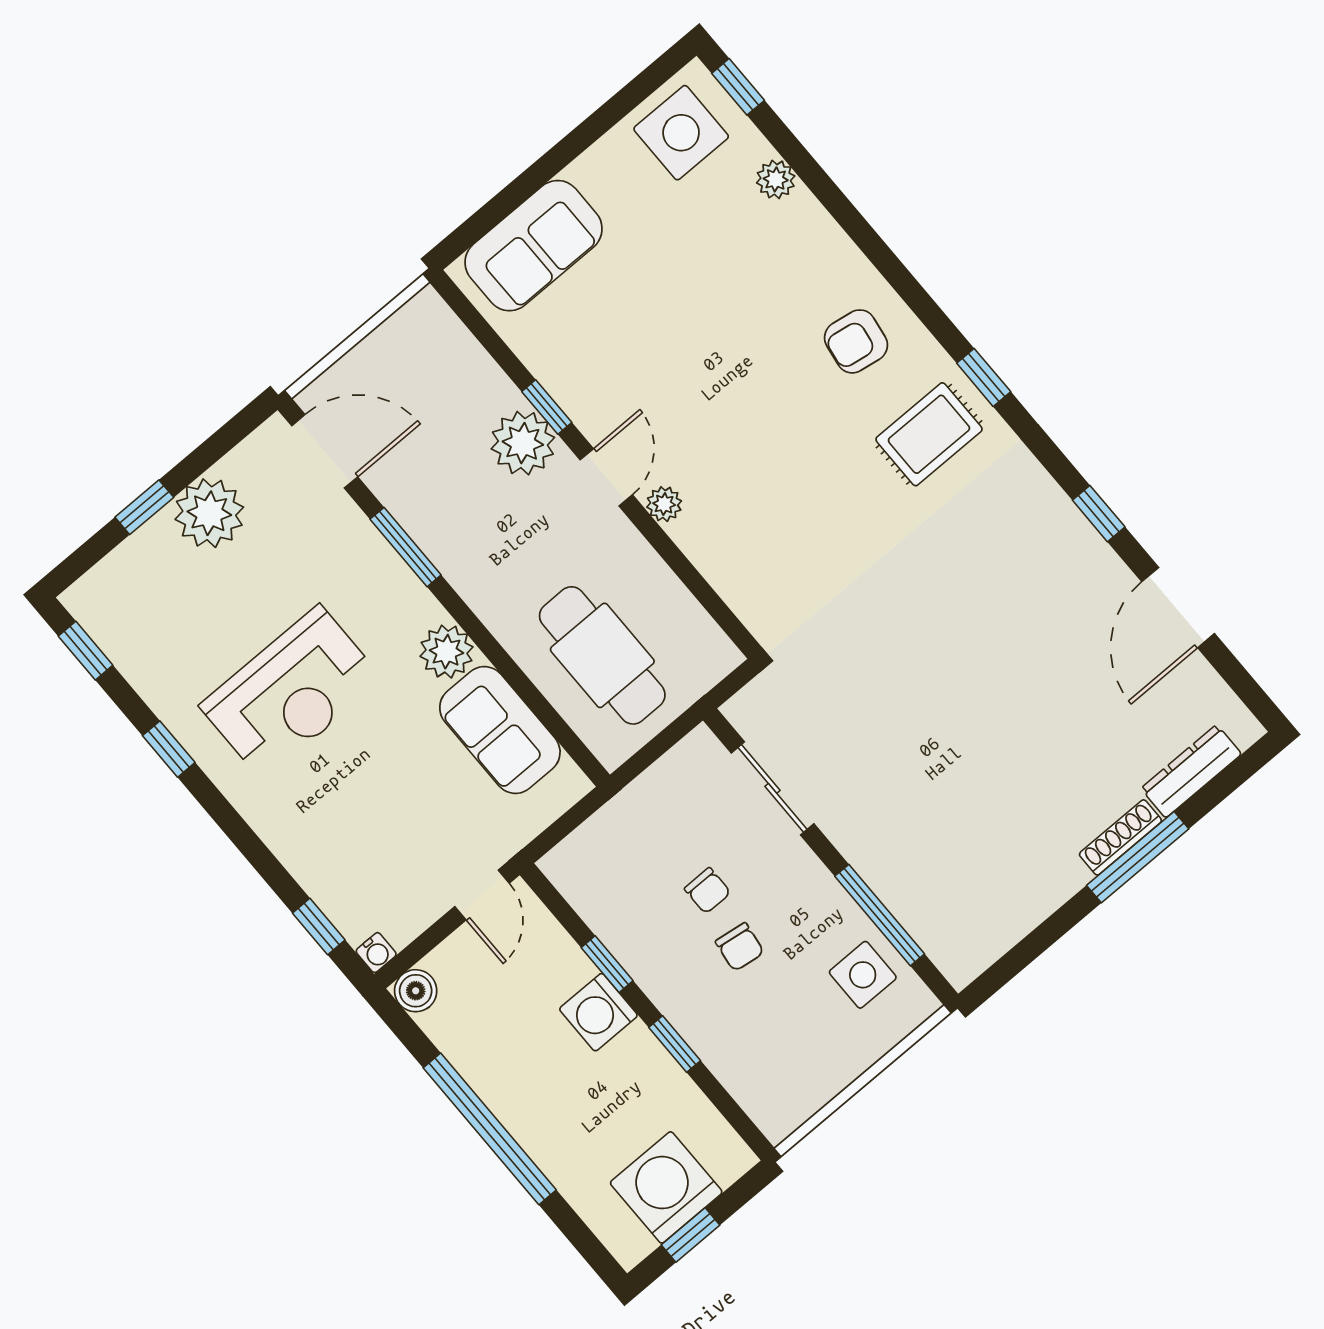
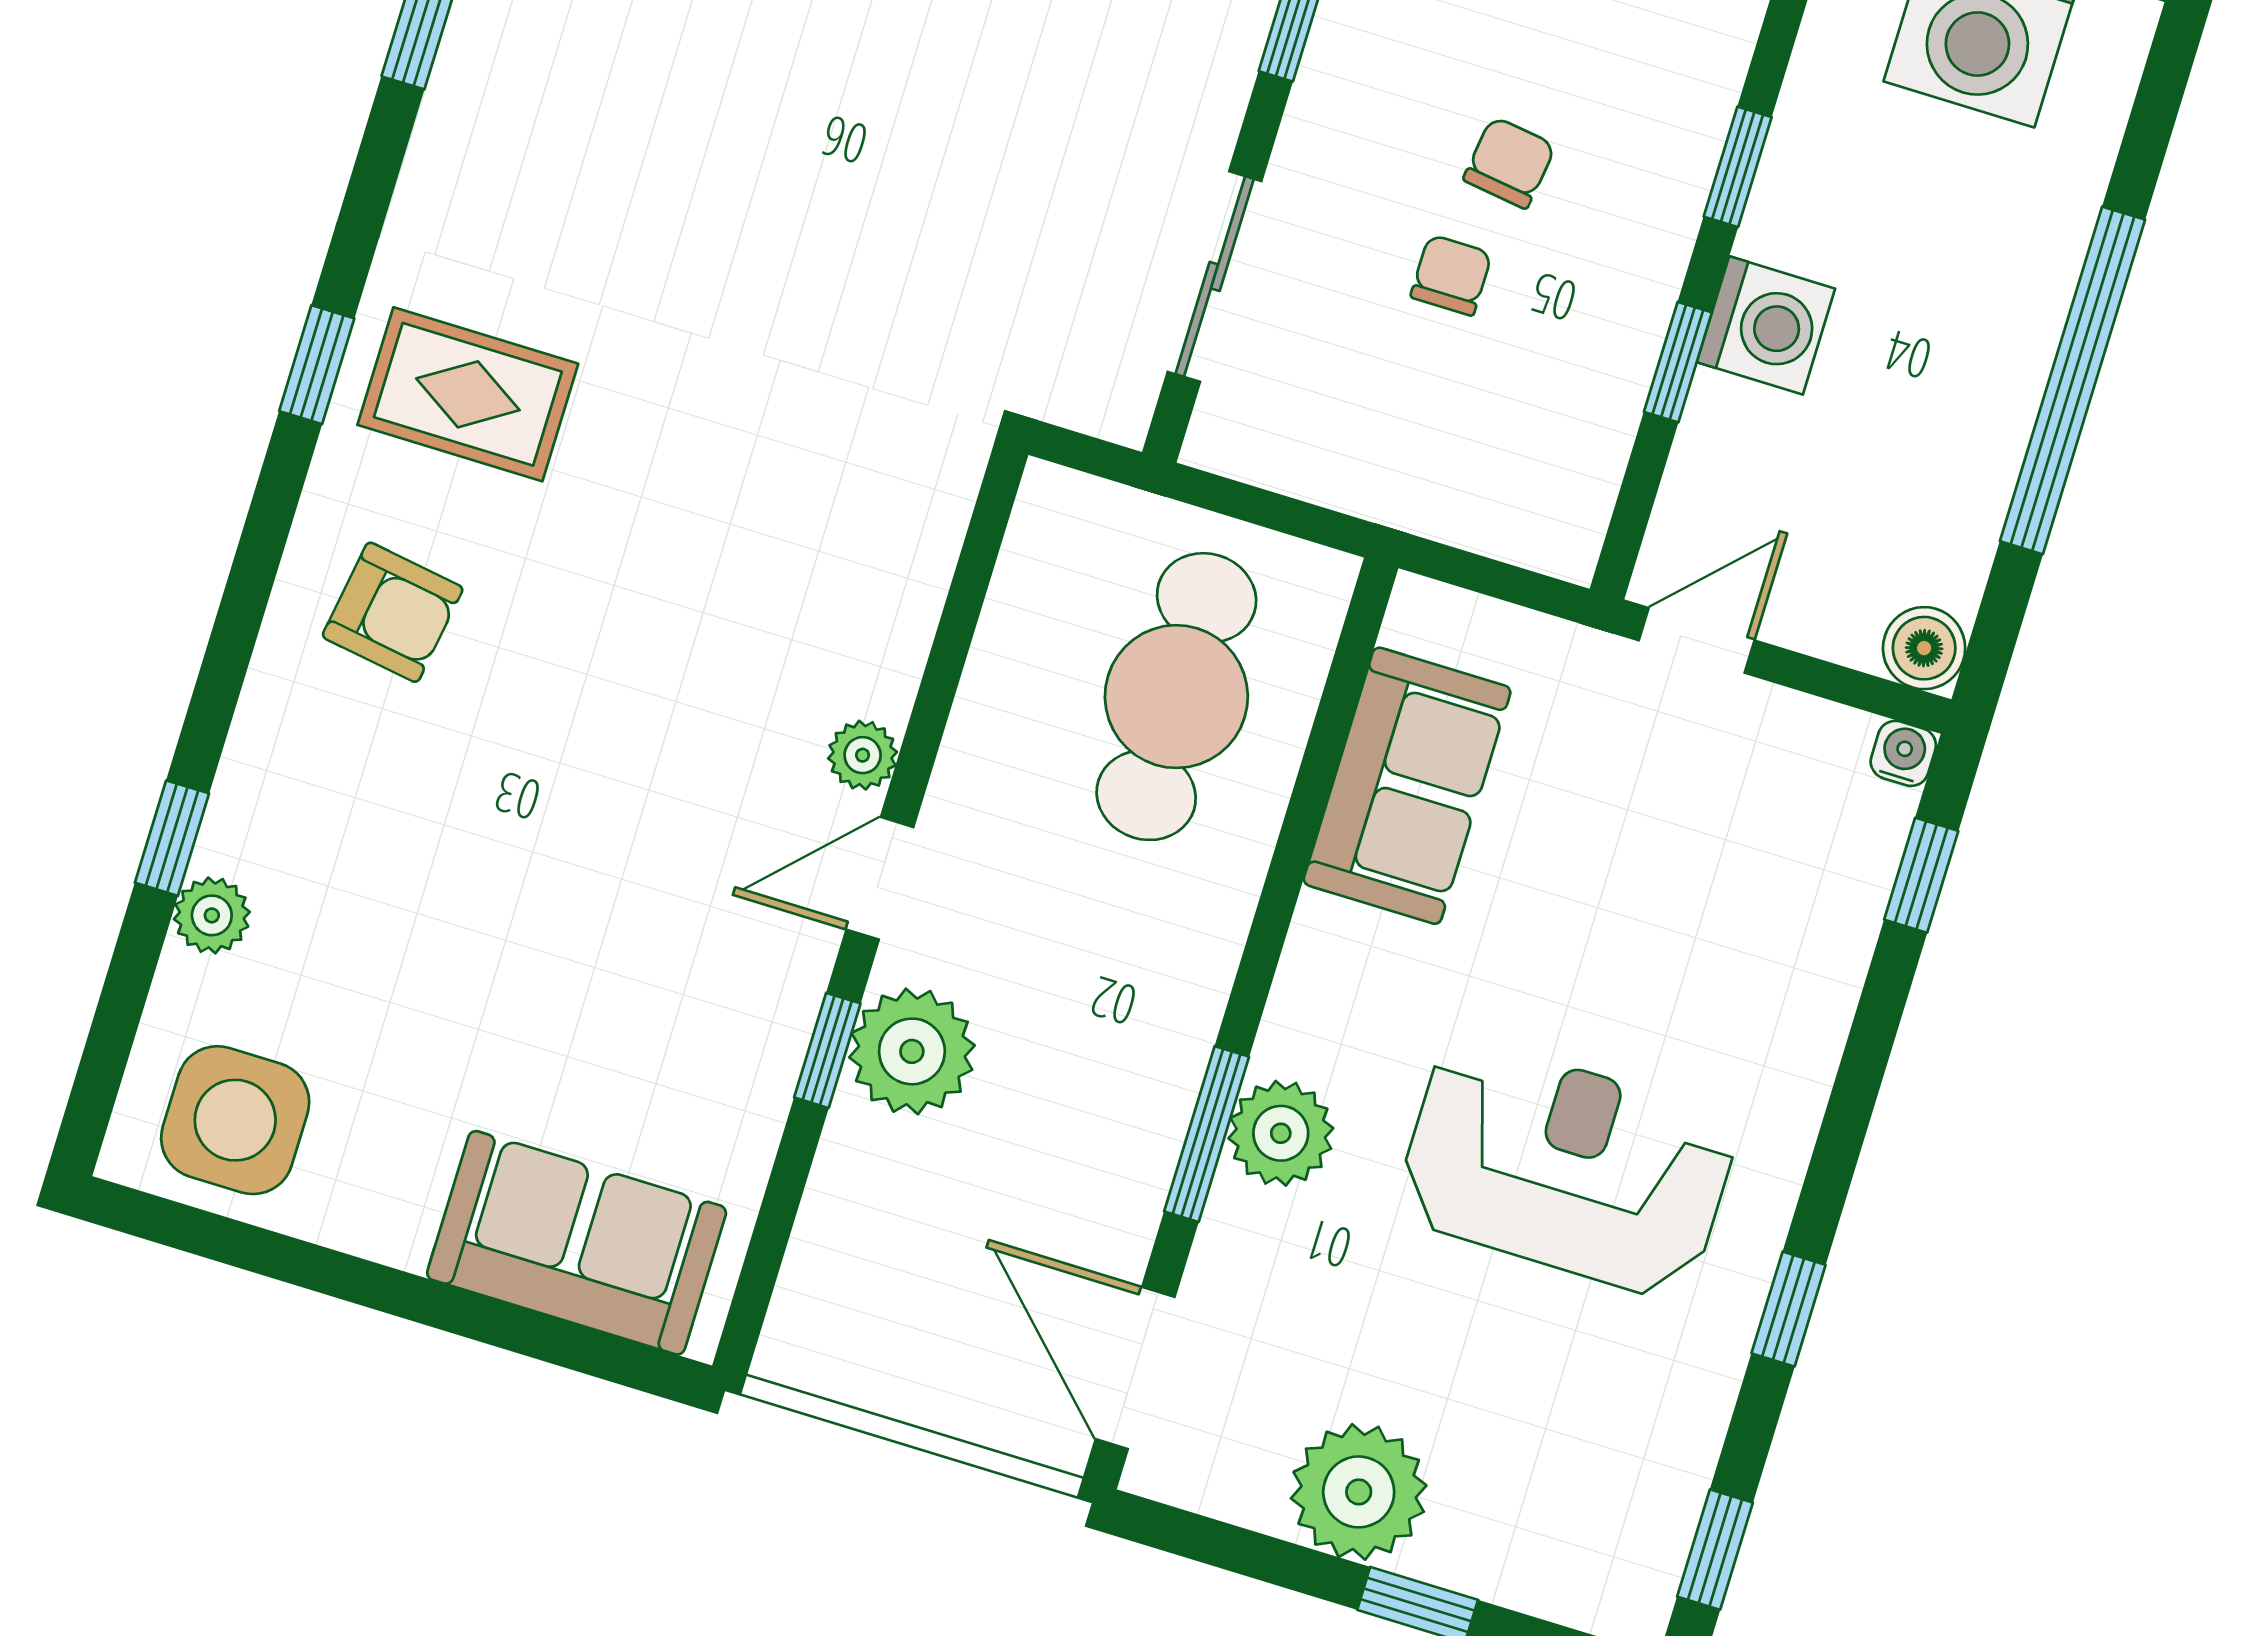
window: (738, 87) -> (172, 838), moved
plant: (446, 652) -> (1281, 1133), moved

